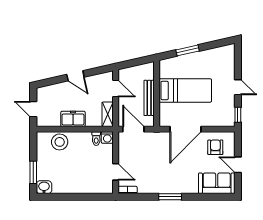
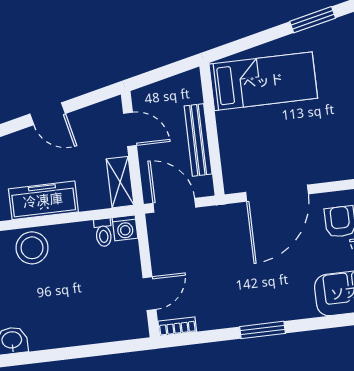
window: (188, 50) -> (313, 20), moved
bed: (185, 90) -> (263, 81), moved
freezer: (73, 119) -> (43, 200), width x1.40
door: (116, 172) -> (150, 294), hinge flipped

